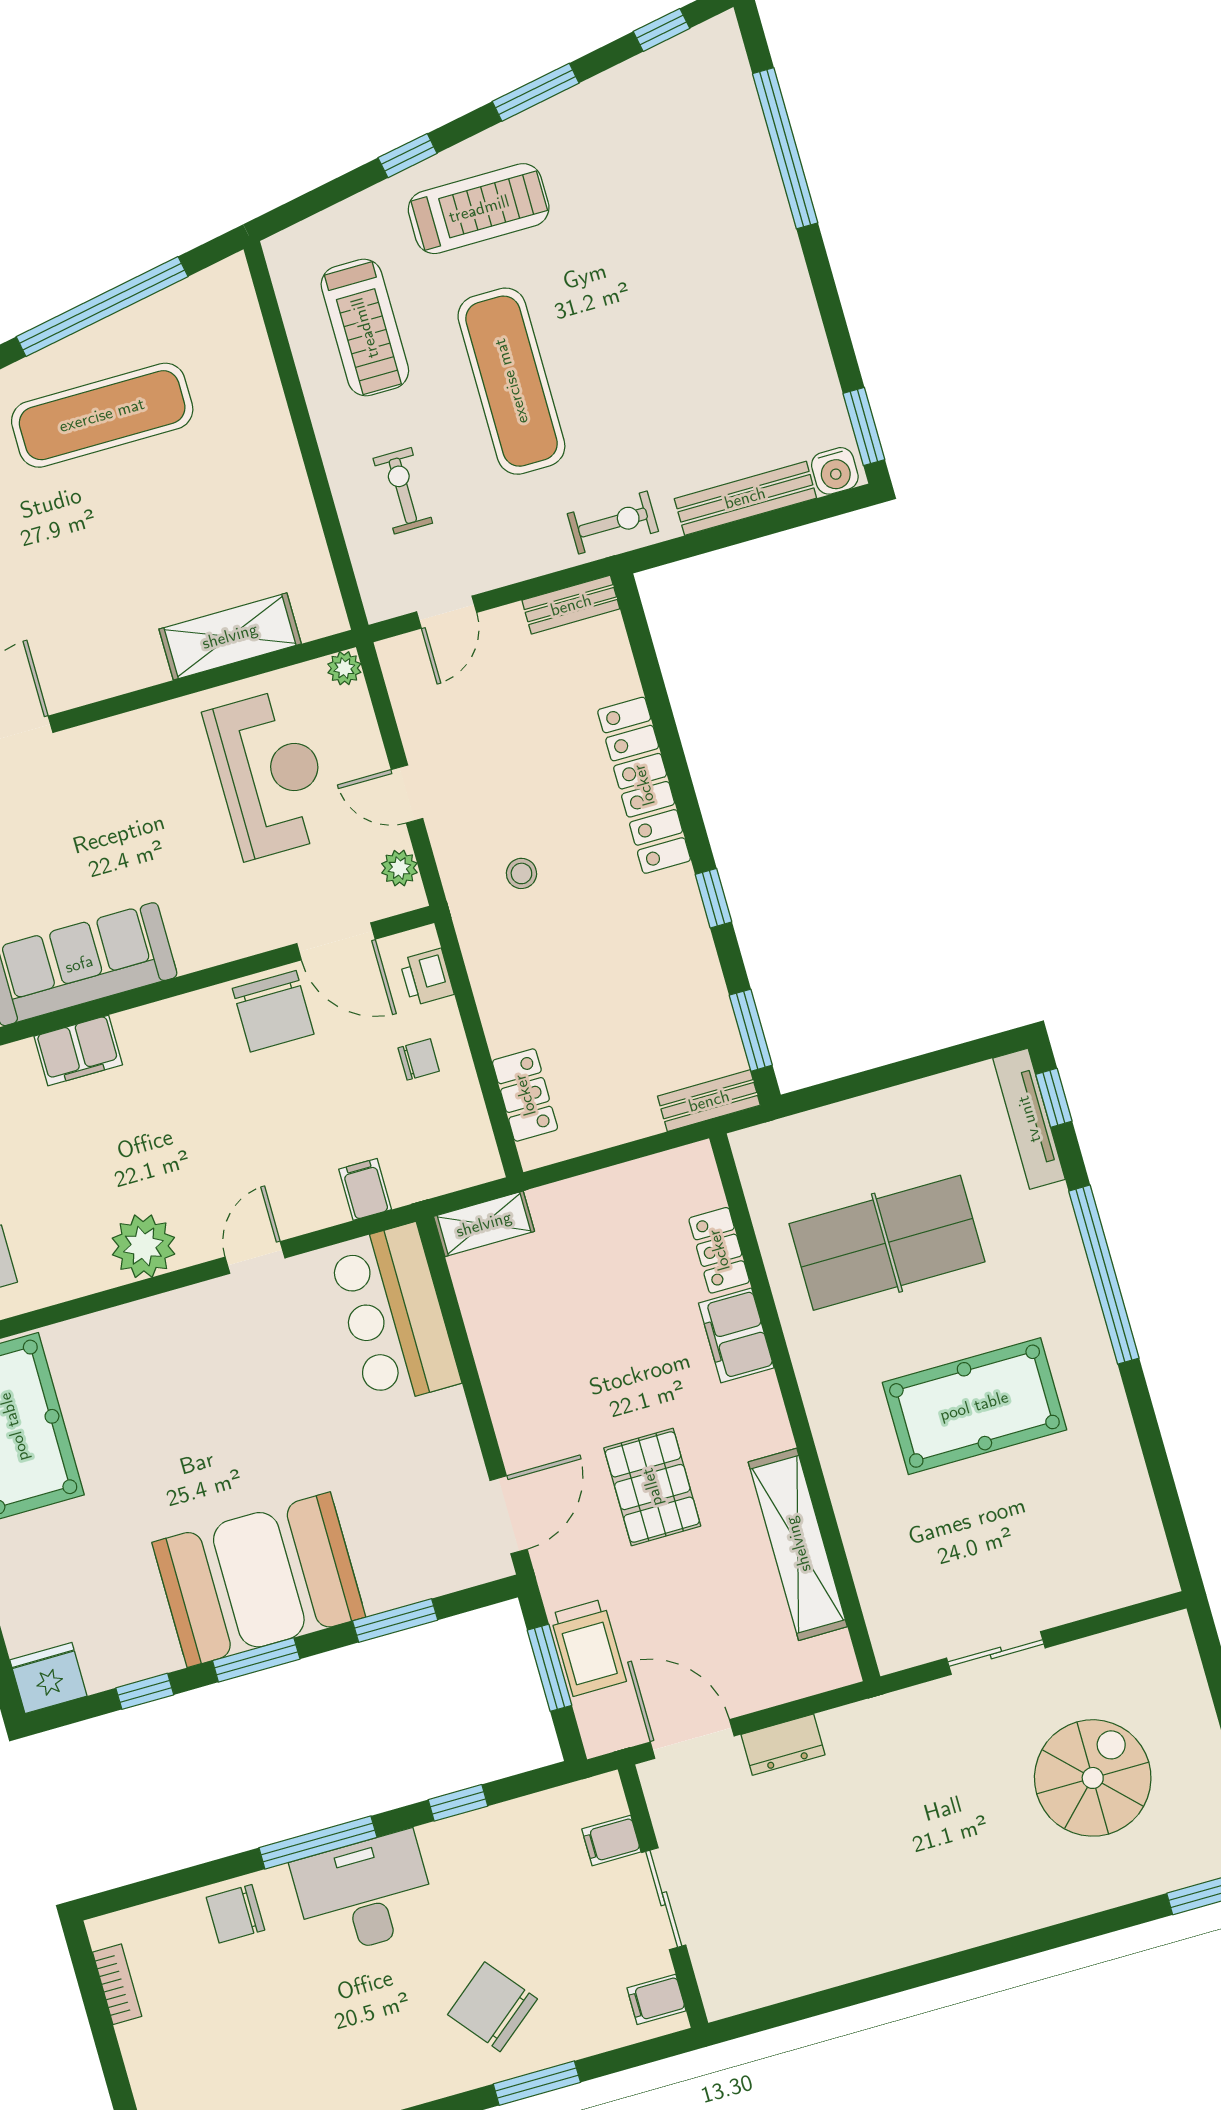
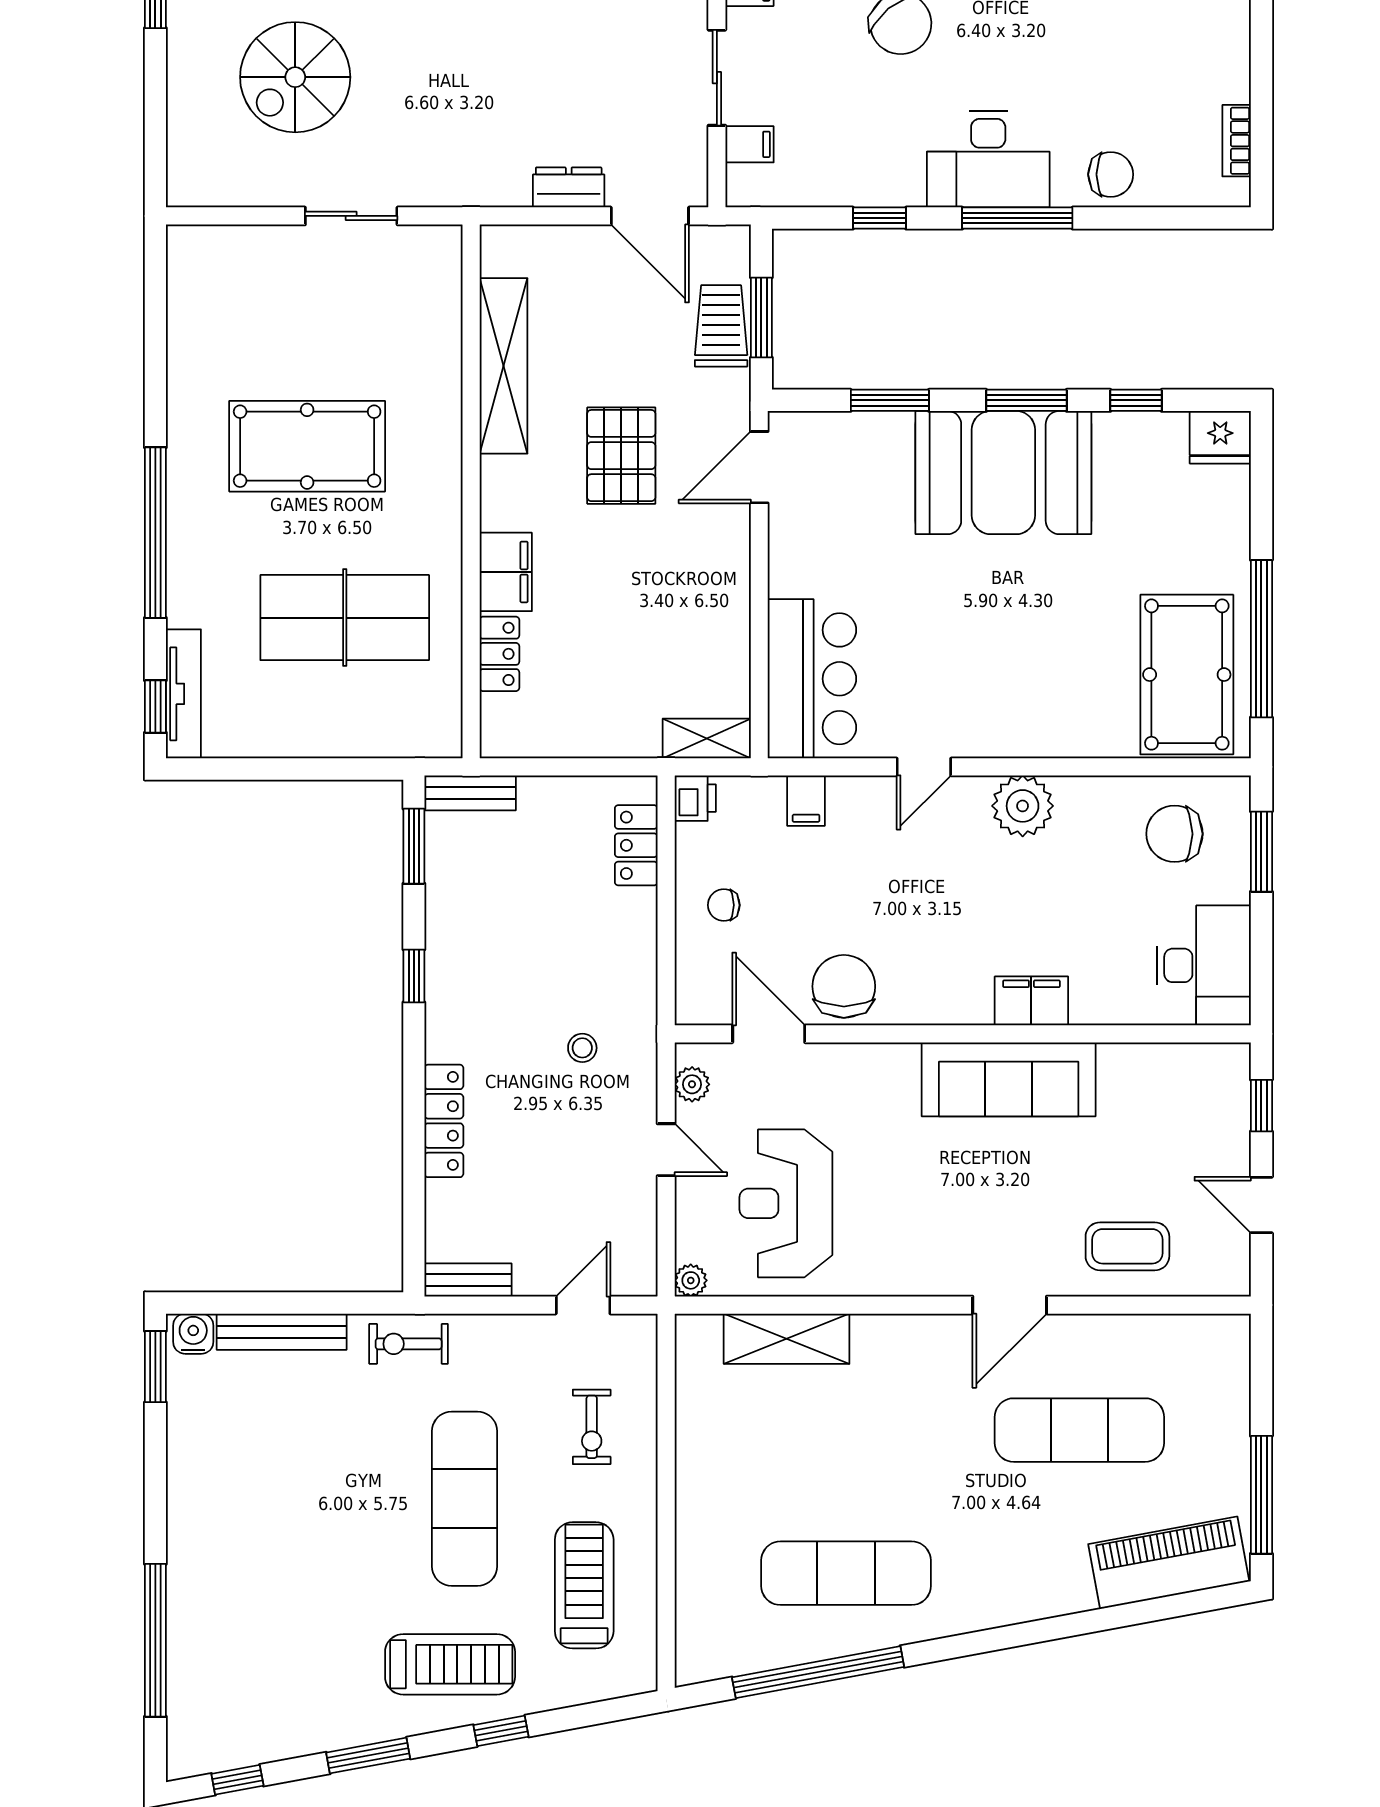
treadmill: (479, 209) -> (450, 1664), turned 180
locker: (644, 785) -> (444, 1121), width x0.71, depth x0.83
printer: (427, 977) -> (695, 798), moved

